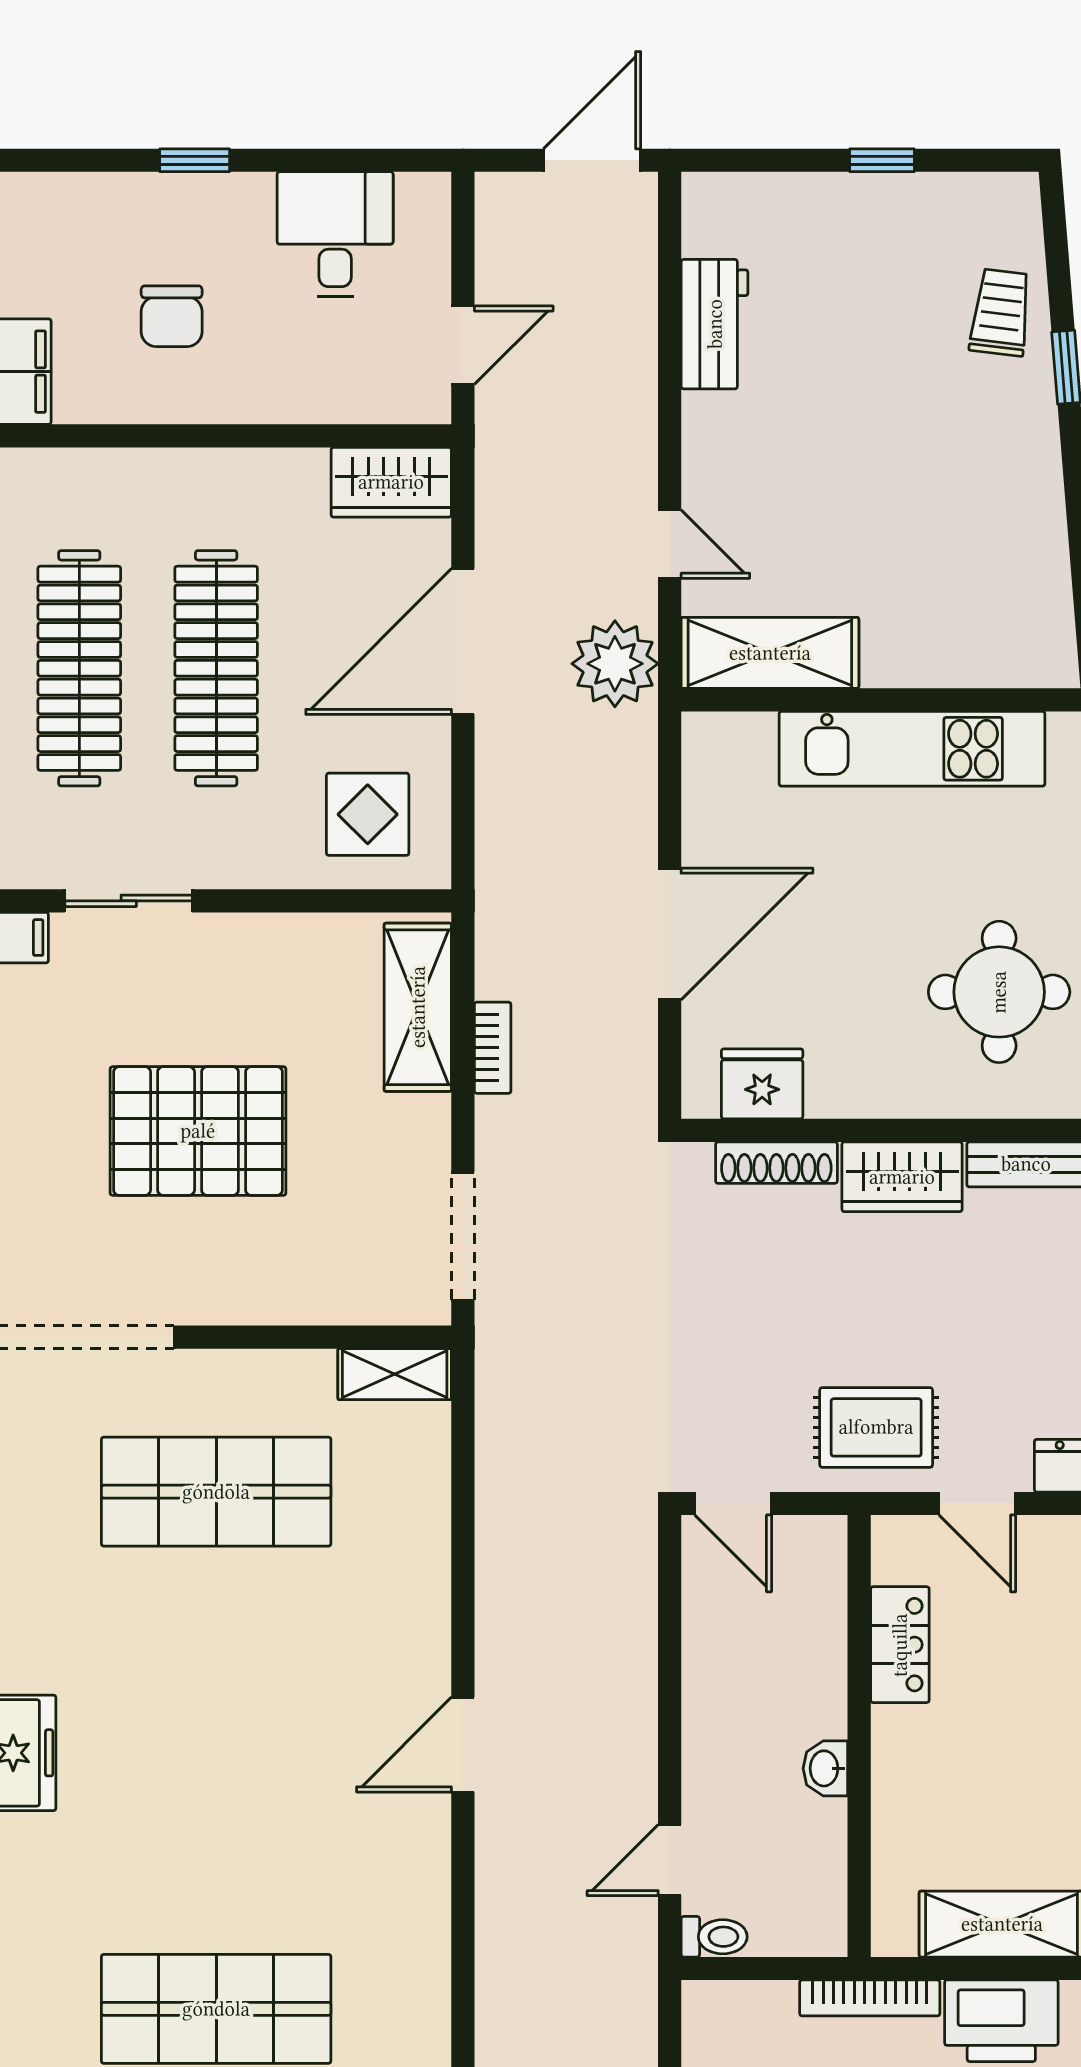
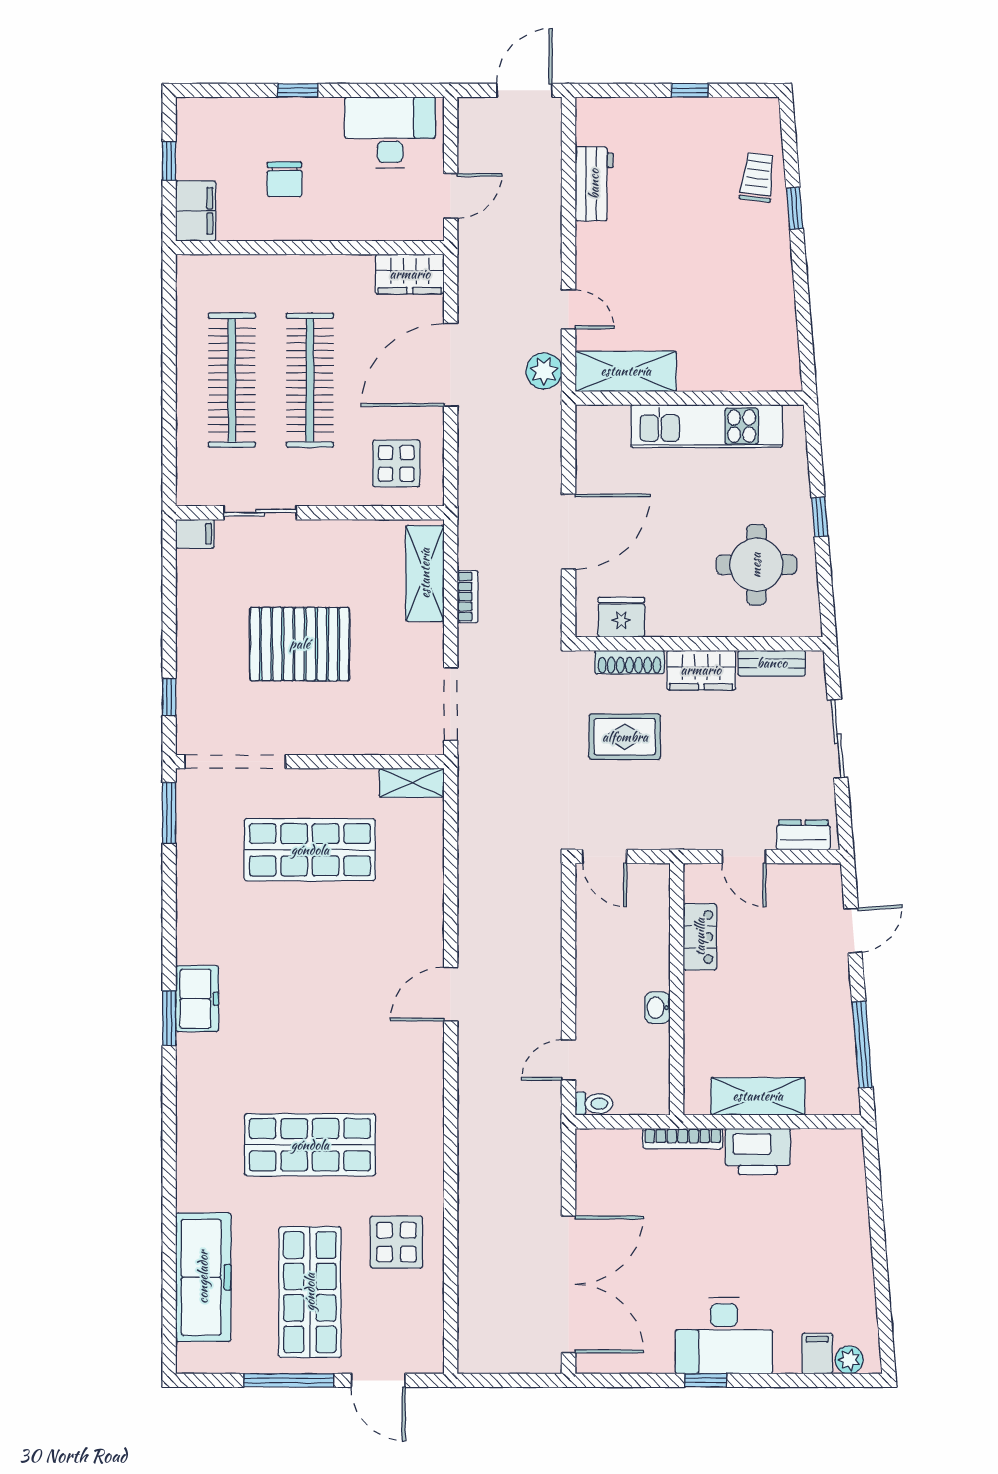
desk: (335, 234) -> (390, 133), width x1.37
plant: (615, 664) -> (544, 371), width x0.73, depth x0.73
rug: (876, 1427) -> (625, 737), moved

